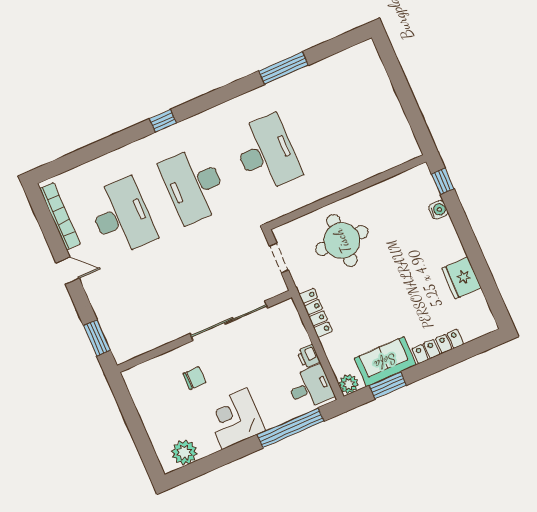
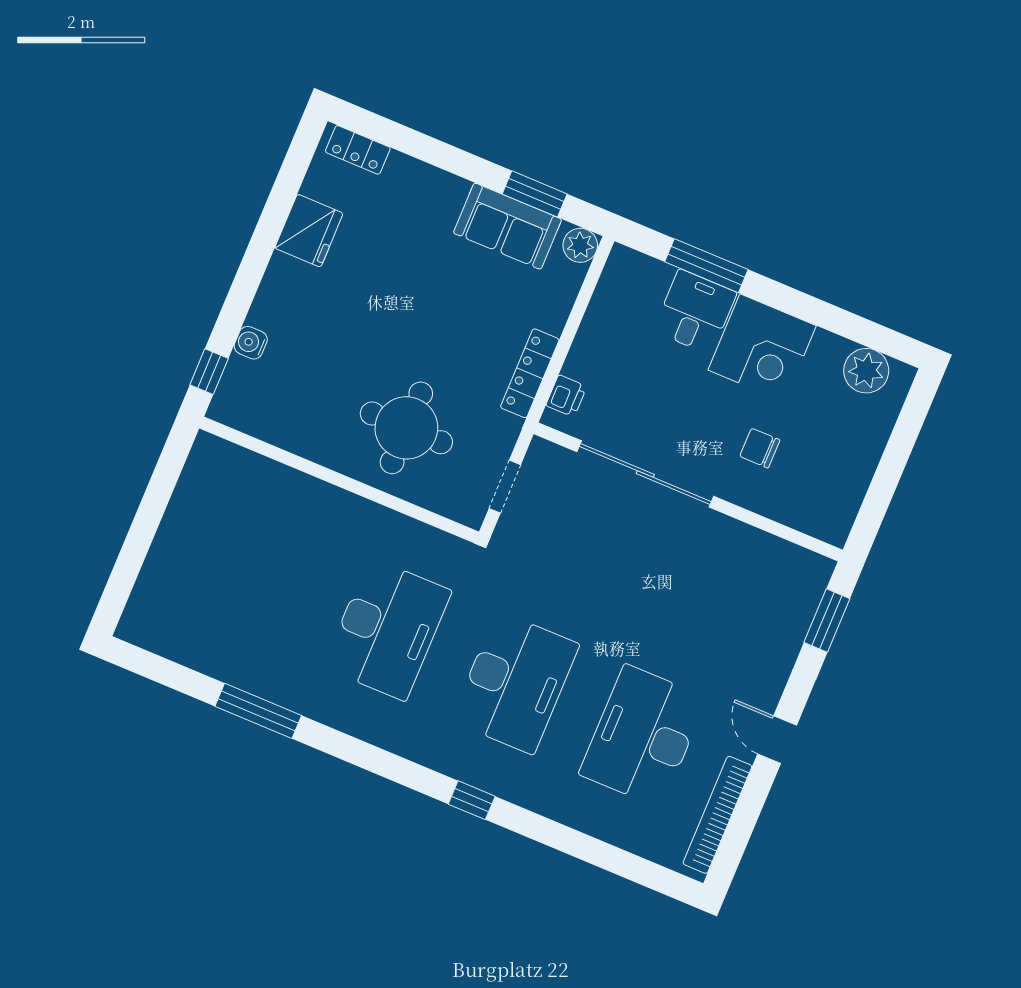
desk: (266, 153) -> (387, 629), turned 180
locker: (438, 346) -> (358, 150), moved, width x0.66
printer: (308, 356) -> (566, 396), moved
desk: (310, 387) -> (695, 312), moved, turned 90
window: (291, 428) -> (706, 266), width x0.68

